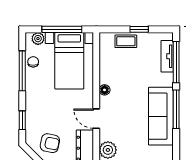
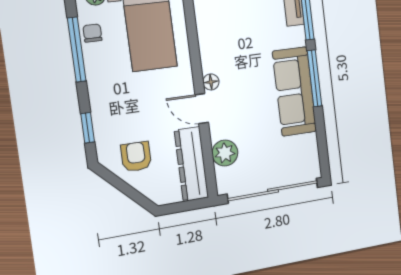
floor lamp: (105, 90) -> (211, 82), moved
armchair: (50, 143) -> (136, 157), turned -101

